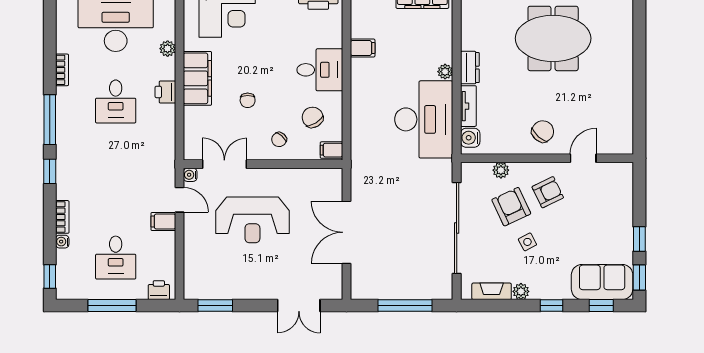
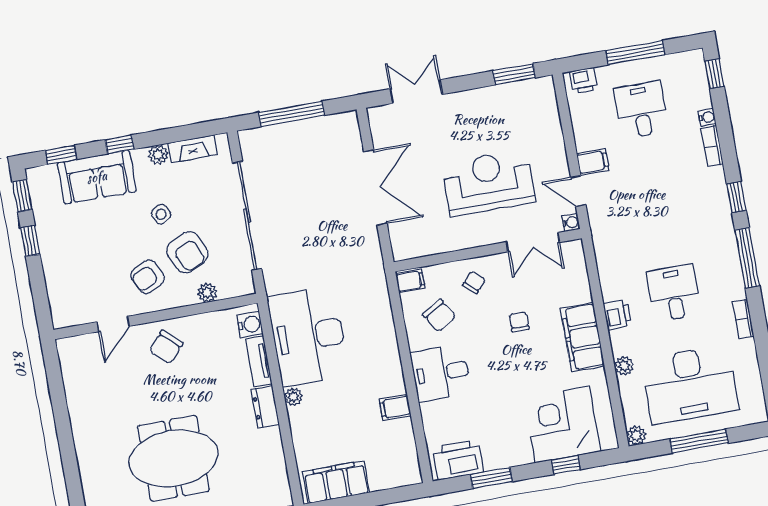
sofa: (602, 282) -> (97, 177), moved

